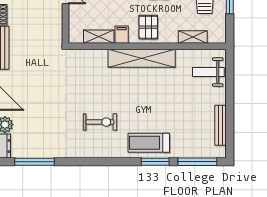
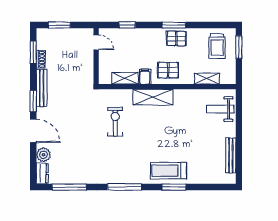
pallet: (148, 27) -> (168, 70), turned 90
shelving: (142, 58) -> (153, 97), width x0.68
exercise bike: (100, 122) -> (115, 122), moved, turned -90
window: (197, 162) -> (125, 187), moved

